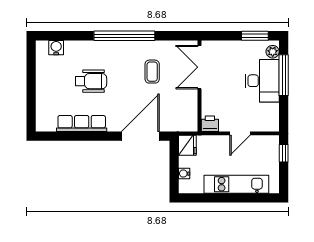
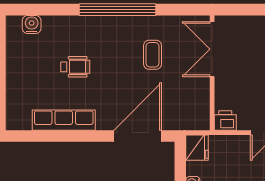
wheelchair: (91, 81) -> (75, 67), width x0.73, depth x0.73

